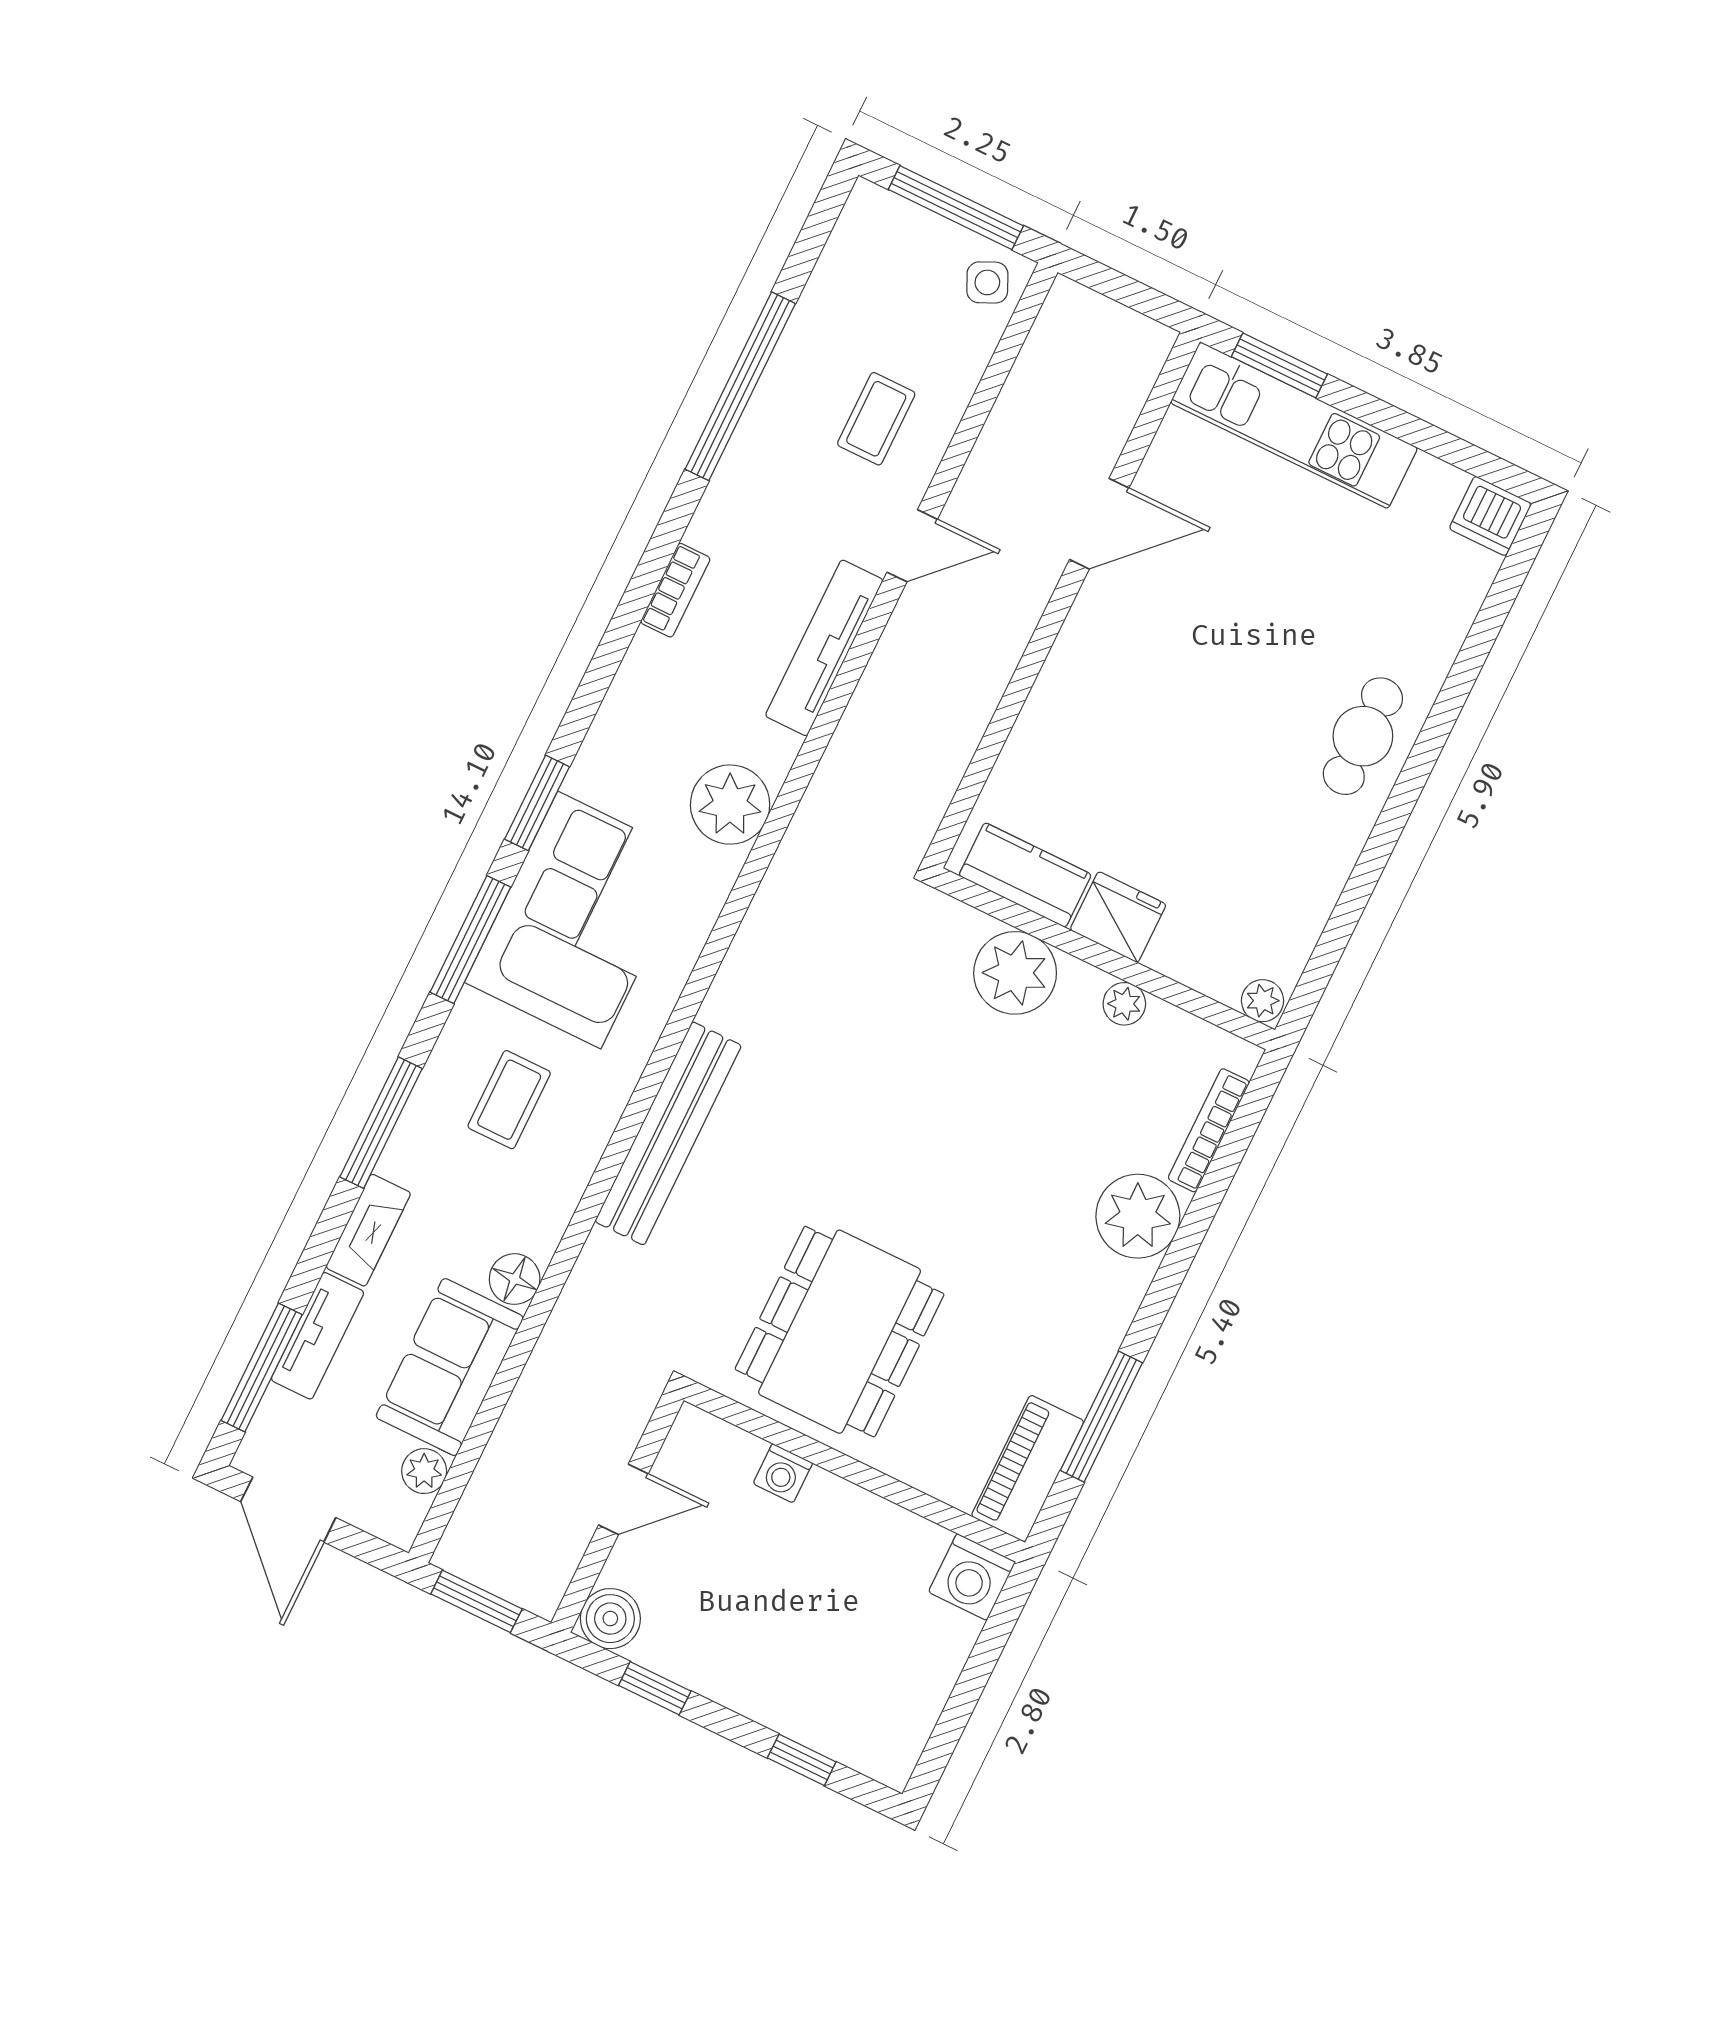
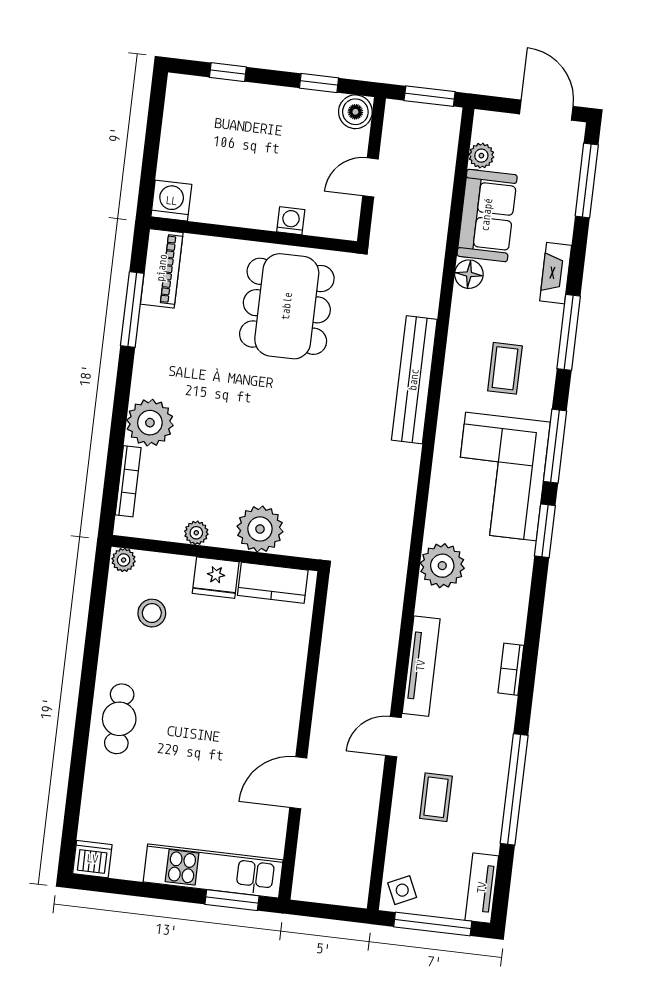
stool: (1246, 895) -> (152, 613), added
tv unit: (317, 1336) -> (482, 888), moved

